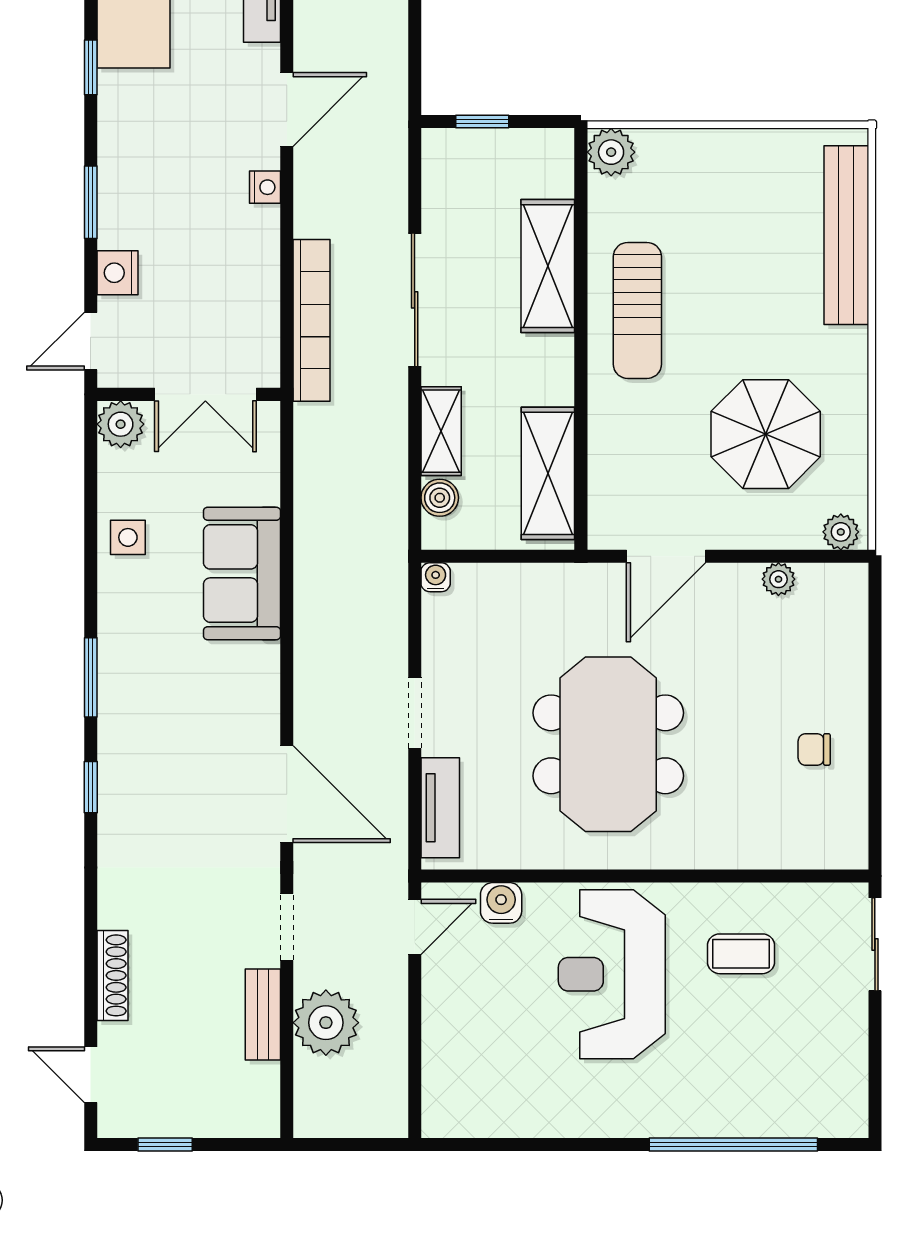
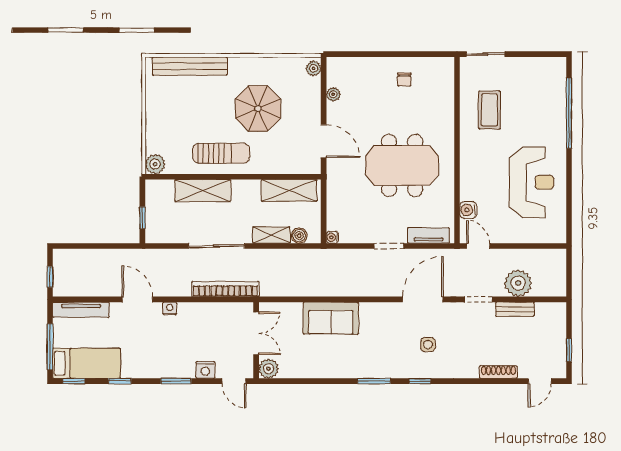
parasol: (766, 434) -> (258, 109), moved
side table: (128, 537) -> (428, 344), moved
coffee table: (741, 954) -> (489, 110), width x1.36, depth x1.30
reception desk: (612, 974) -> (532, 182), moved, turned -90

